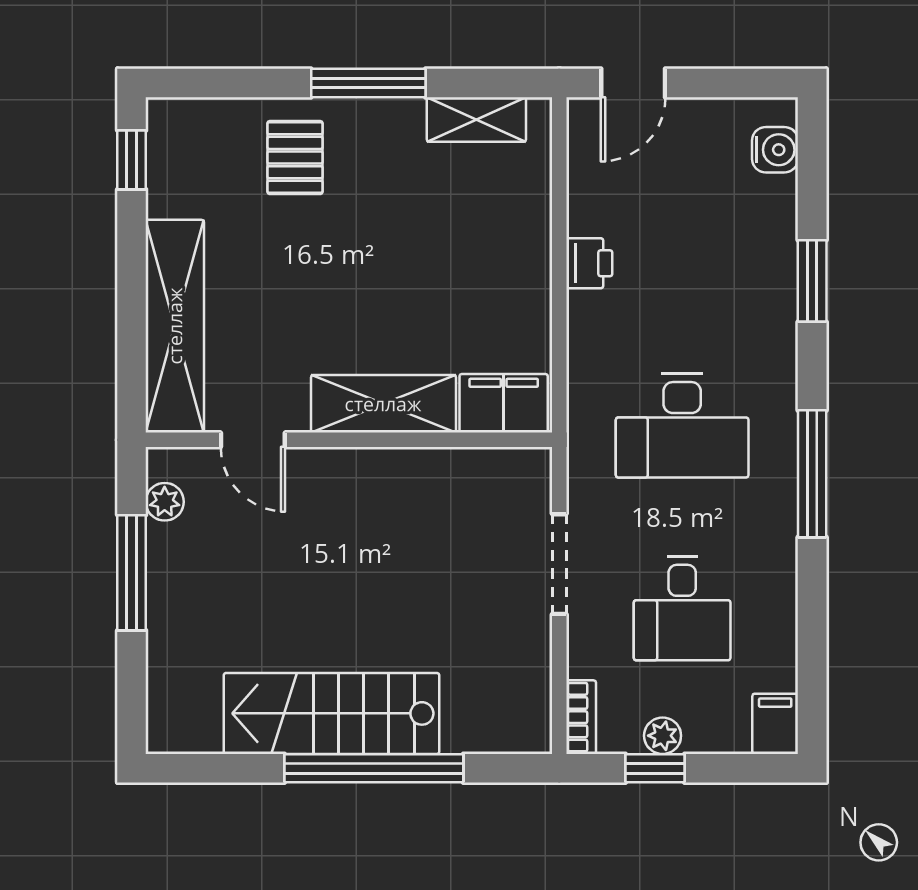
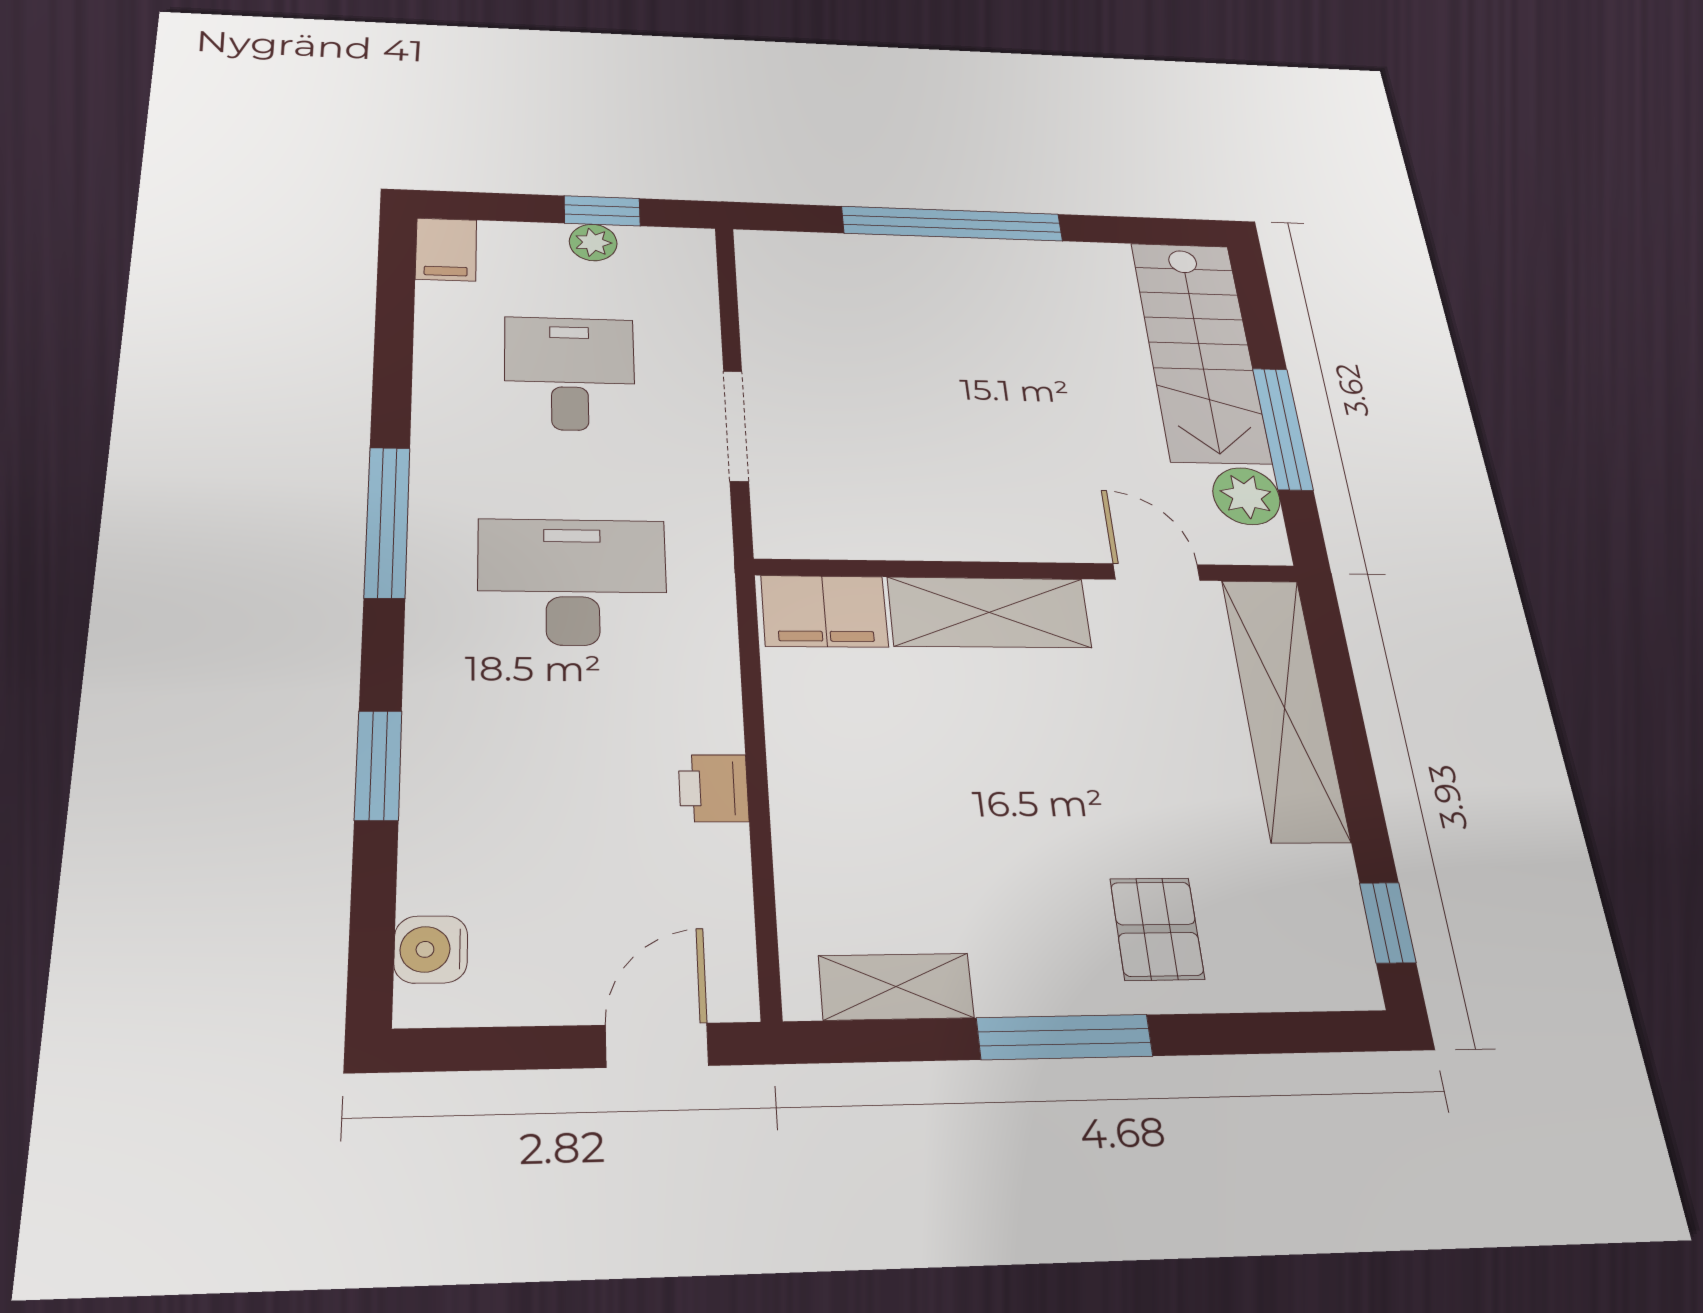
plant: (165, 502) -> (1246, 496), width x1.38, depth x1.38
stairs: (331, 713) -> (1200, 351), moved, turned 90
bookcase: (581, 717) -> (698, 265), removed

